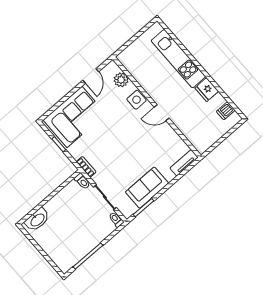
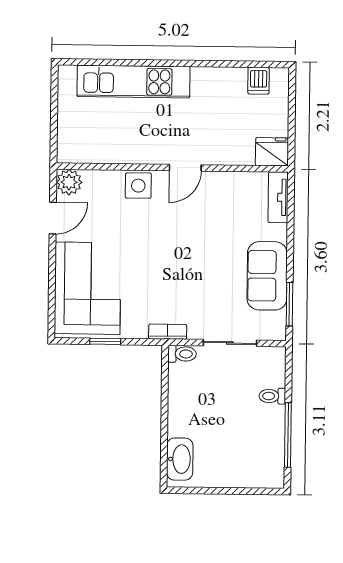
door: (91, 76) -> (53, 218), hinge flipped
plant: (121, 80) -> (69, 182), moved
fridge: (207, 90) -> (272, 152), moved, turned 180
toilet: (116, 219) -> (272, 396), moved

